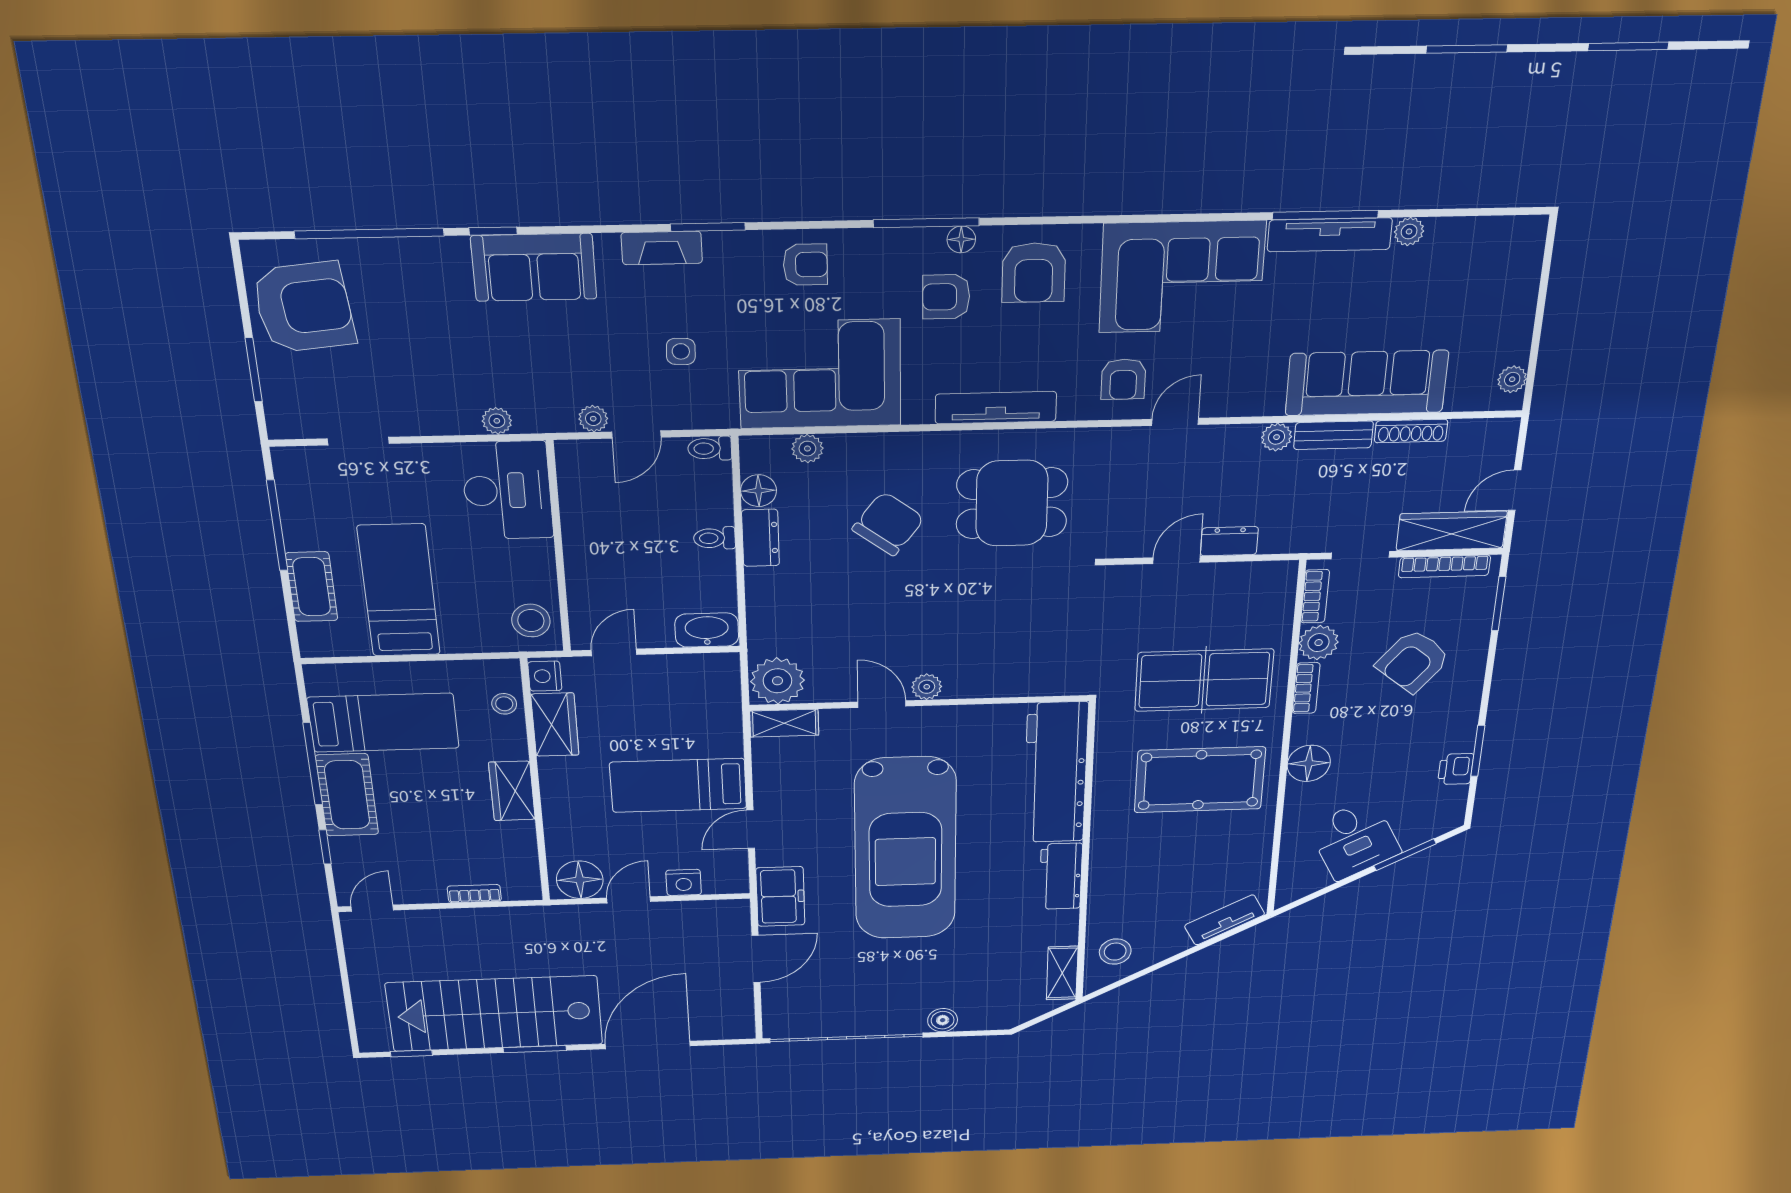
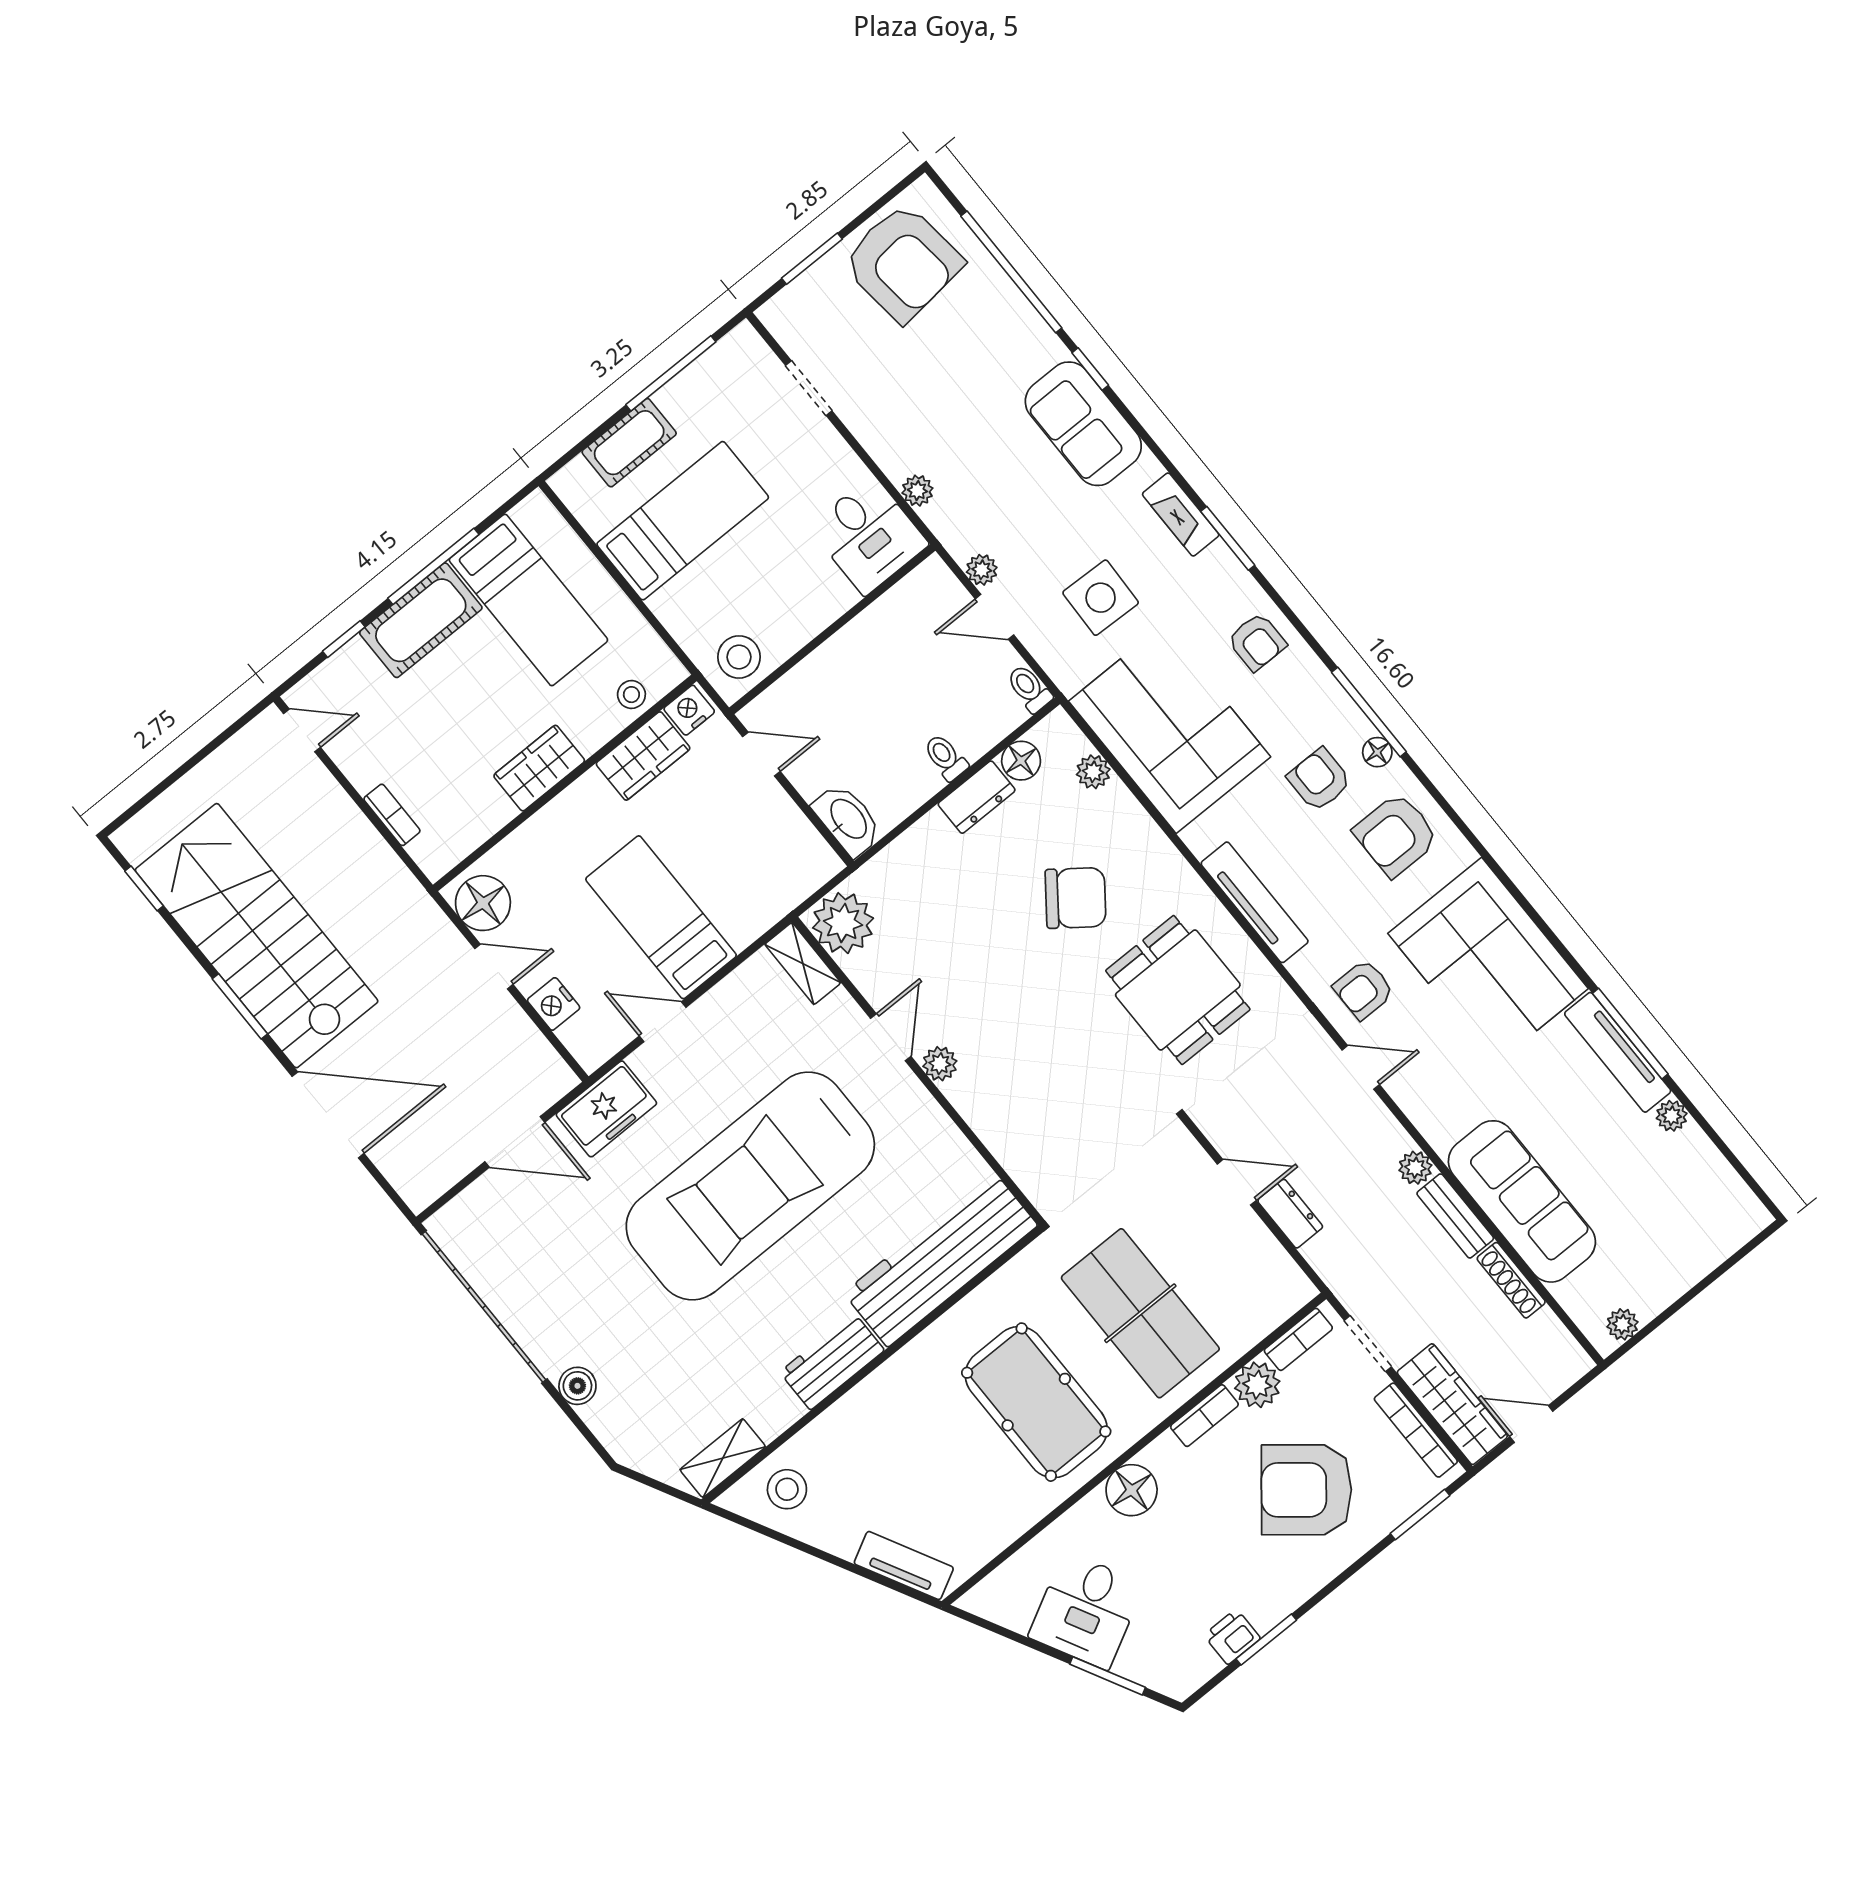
side table: (681, 351) -> (1101, 598), width x1.87, depth x1.87
desk: (507, 490) -> (868, 536), width x0.73
armchair: (1413, 661) -> (1306, 1490), width x1.36, depth x1.36

